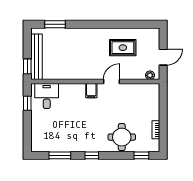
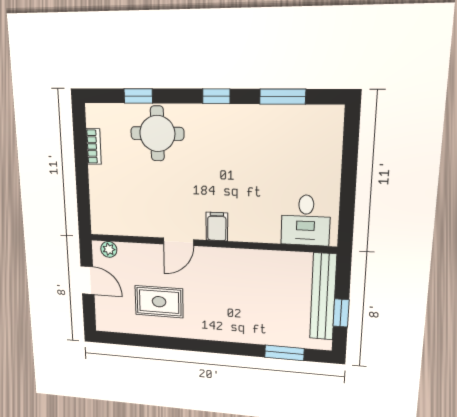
door: (163, 57) -> (87, 280), swing flipped
window: (27, 66) -> (341, 313), moved
window: (27, 103) -> (347, 207), removed
window: (141, 155) -> (138, 96), moved

